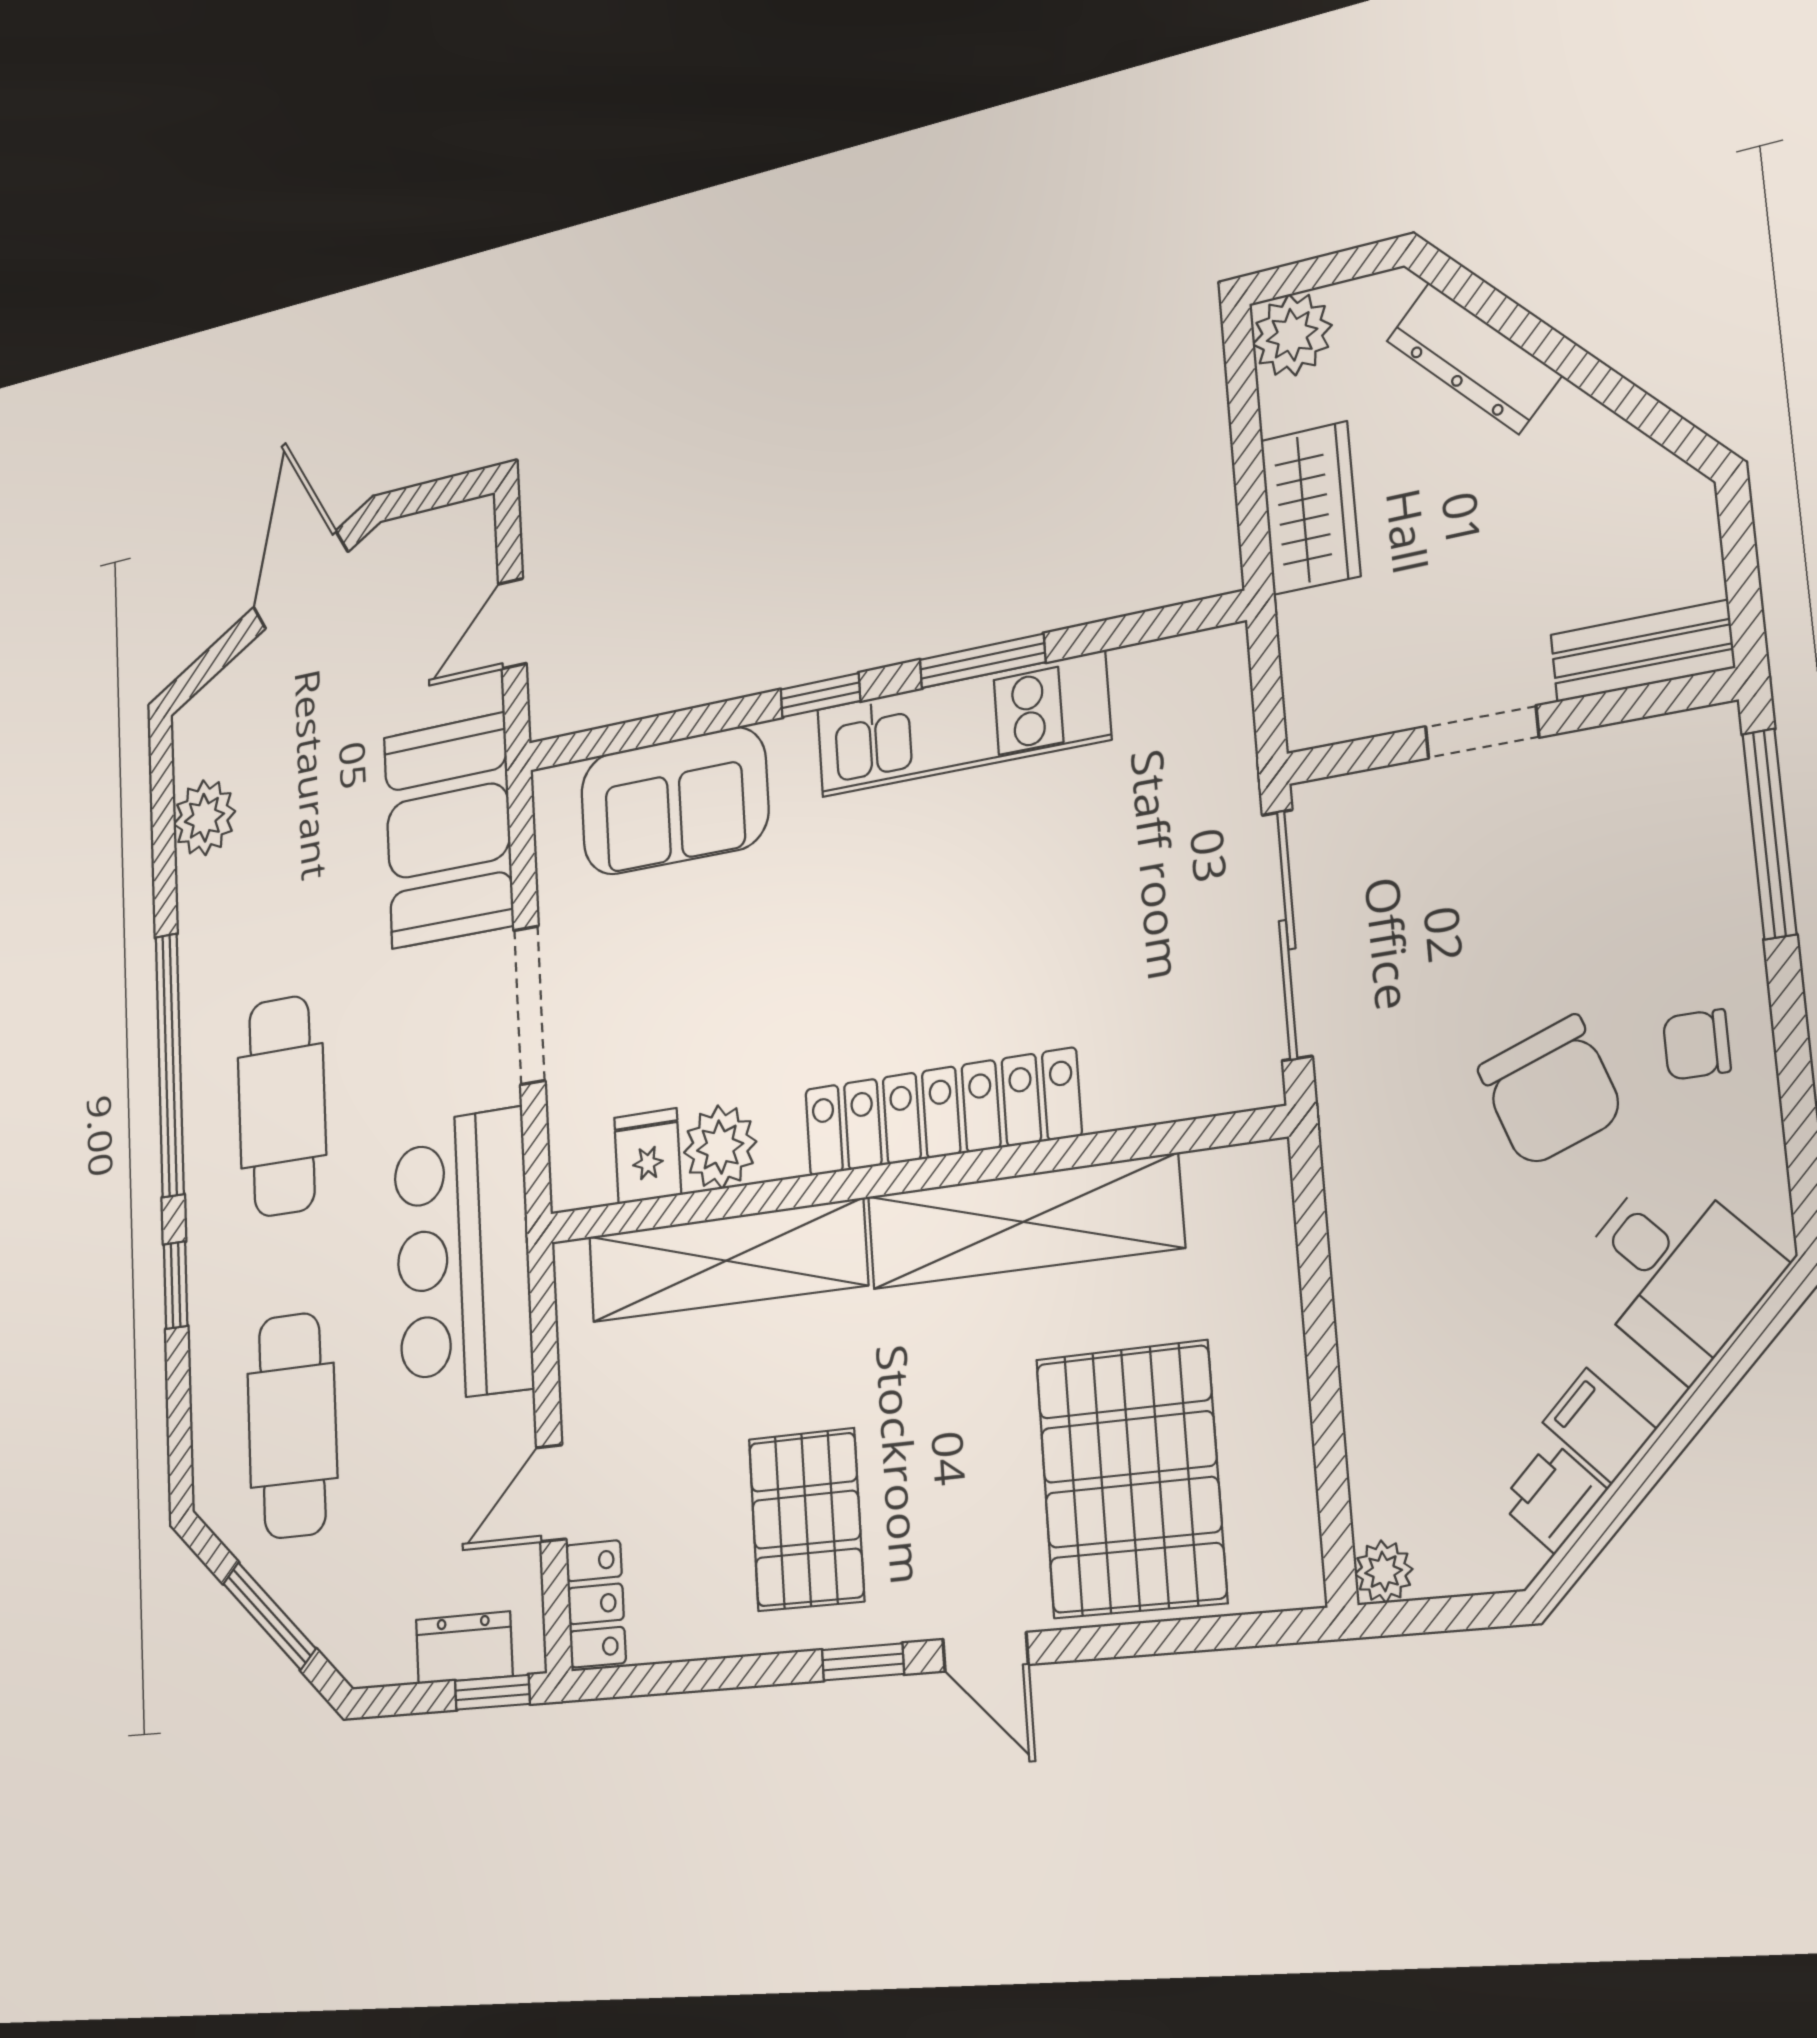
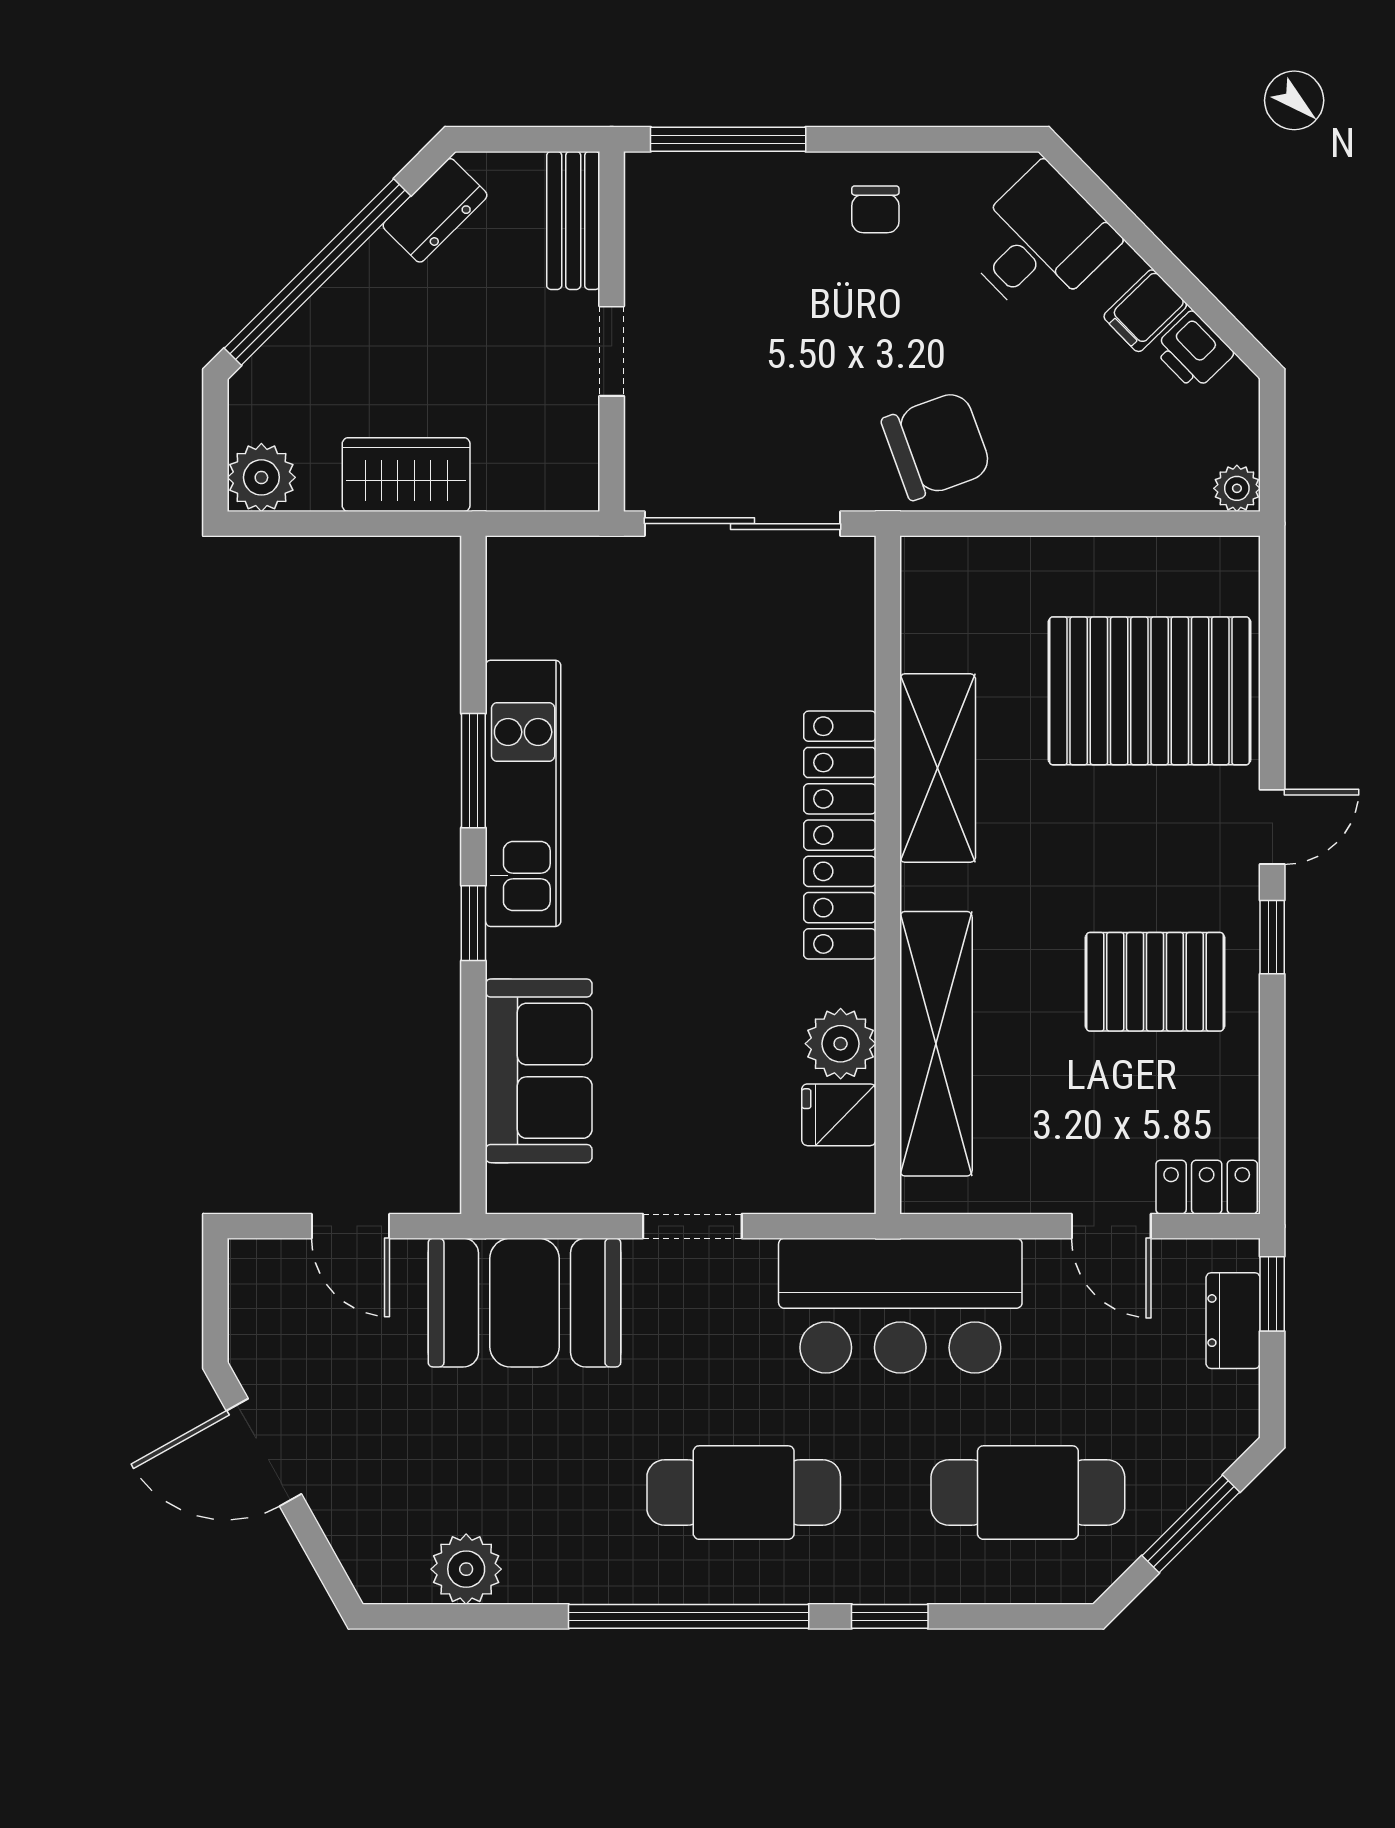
window: (1545, 344) -> (317, 272), added
dresser: (1474, 358) -> (435, 210), moved, width x0.70
doorway: (529, 1005) -> (692, 1226), width x0.73
chair: (1551, 1091) -> (937, 445), moved
shelving: (1023, 1222) -> (938, 768), width x0.68

